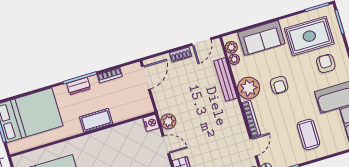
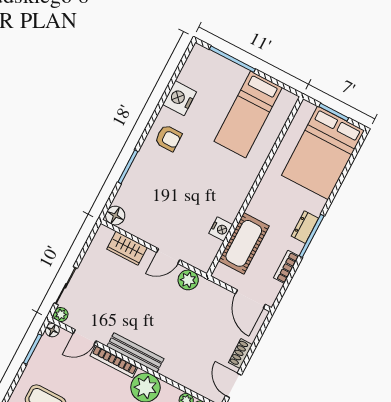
bench: (225, 79) -> (135, 353), moved
cot: (96, 120) -> (244, 243), moved, width x1.37, depth x1.34
nightstand: (151, 123) -> (221, 229), moved, turned -90
door: (253, 147) -> (85, 337), hinge flipped

